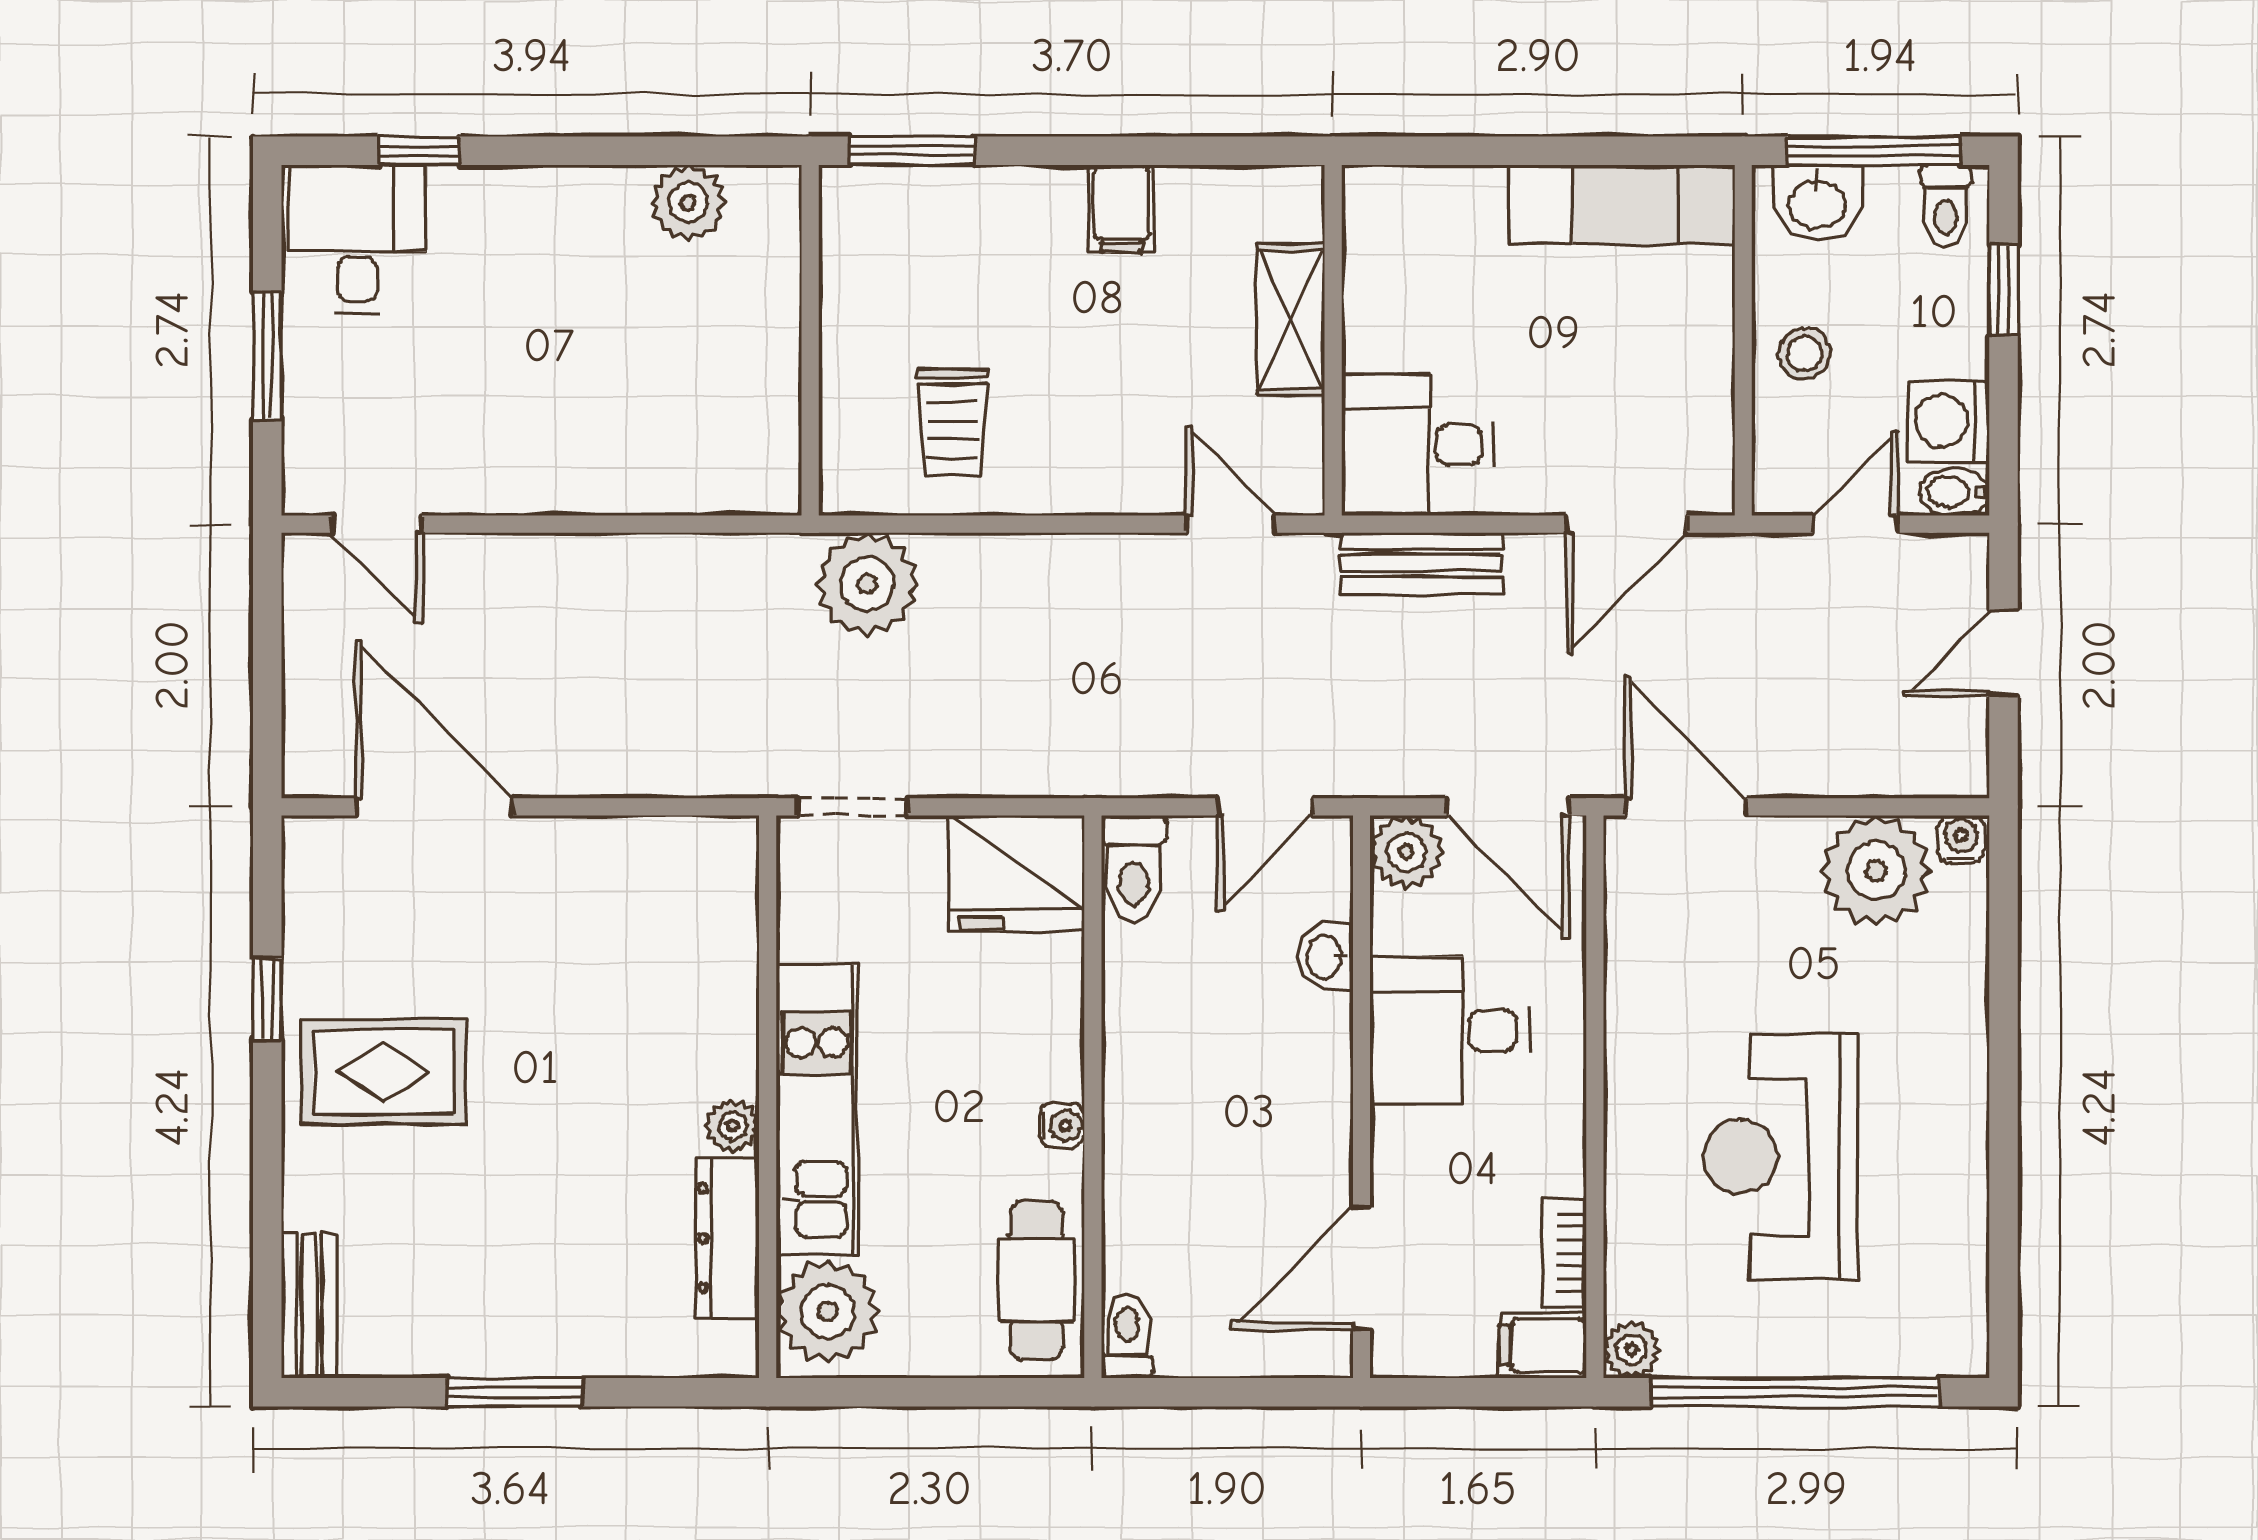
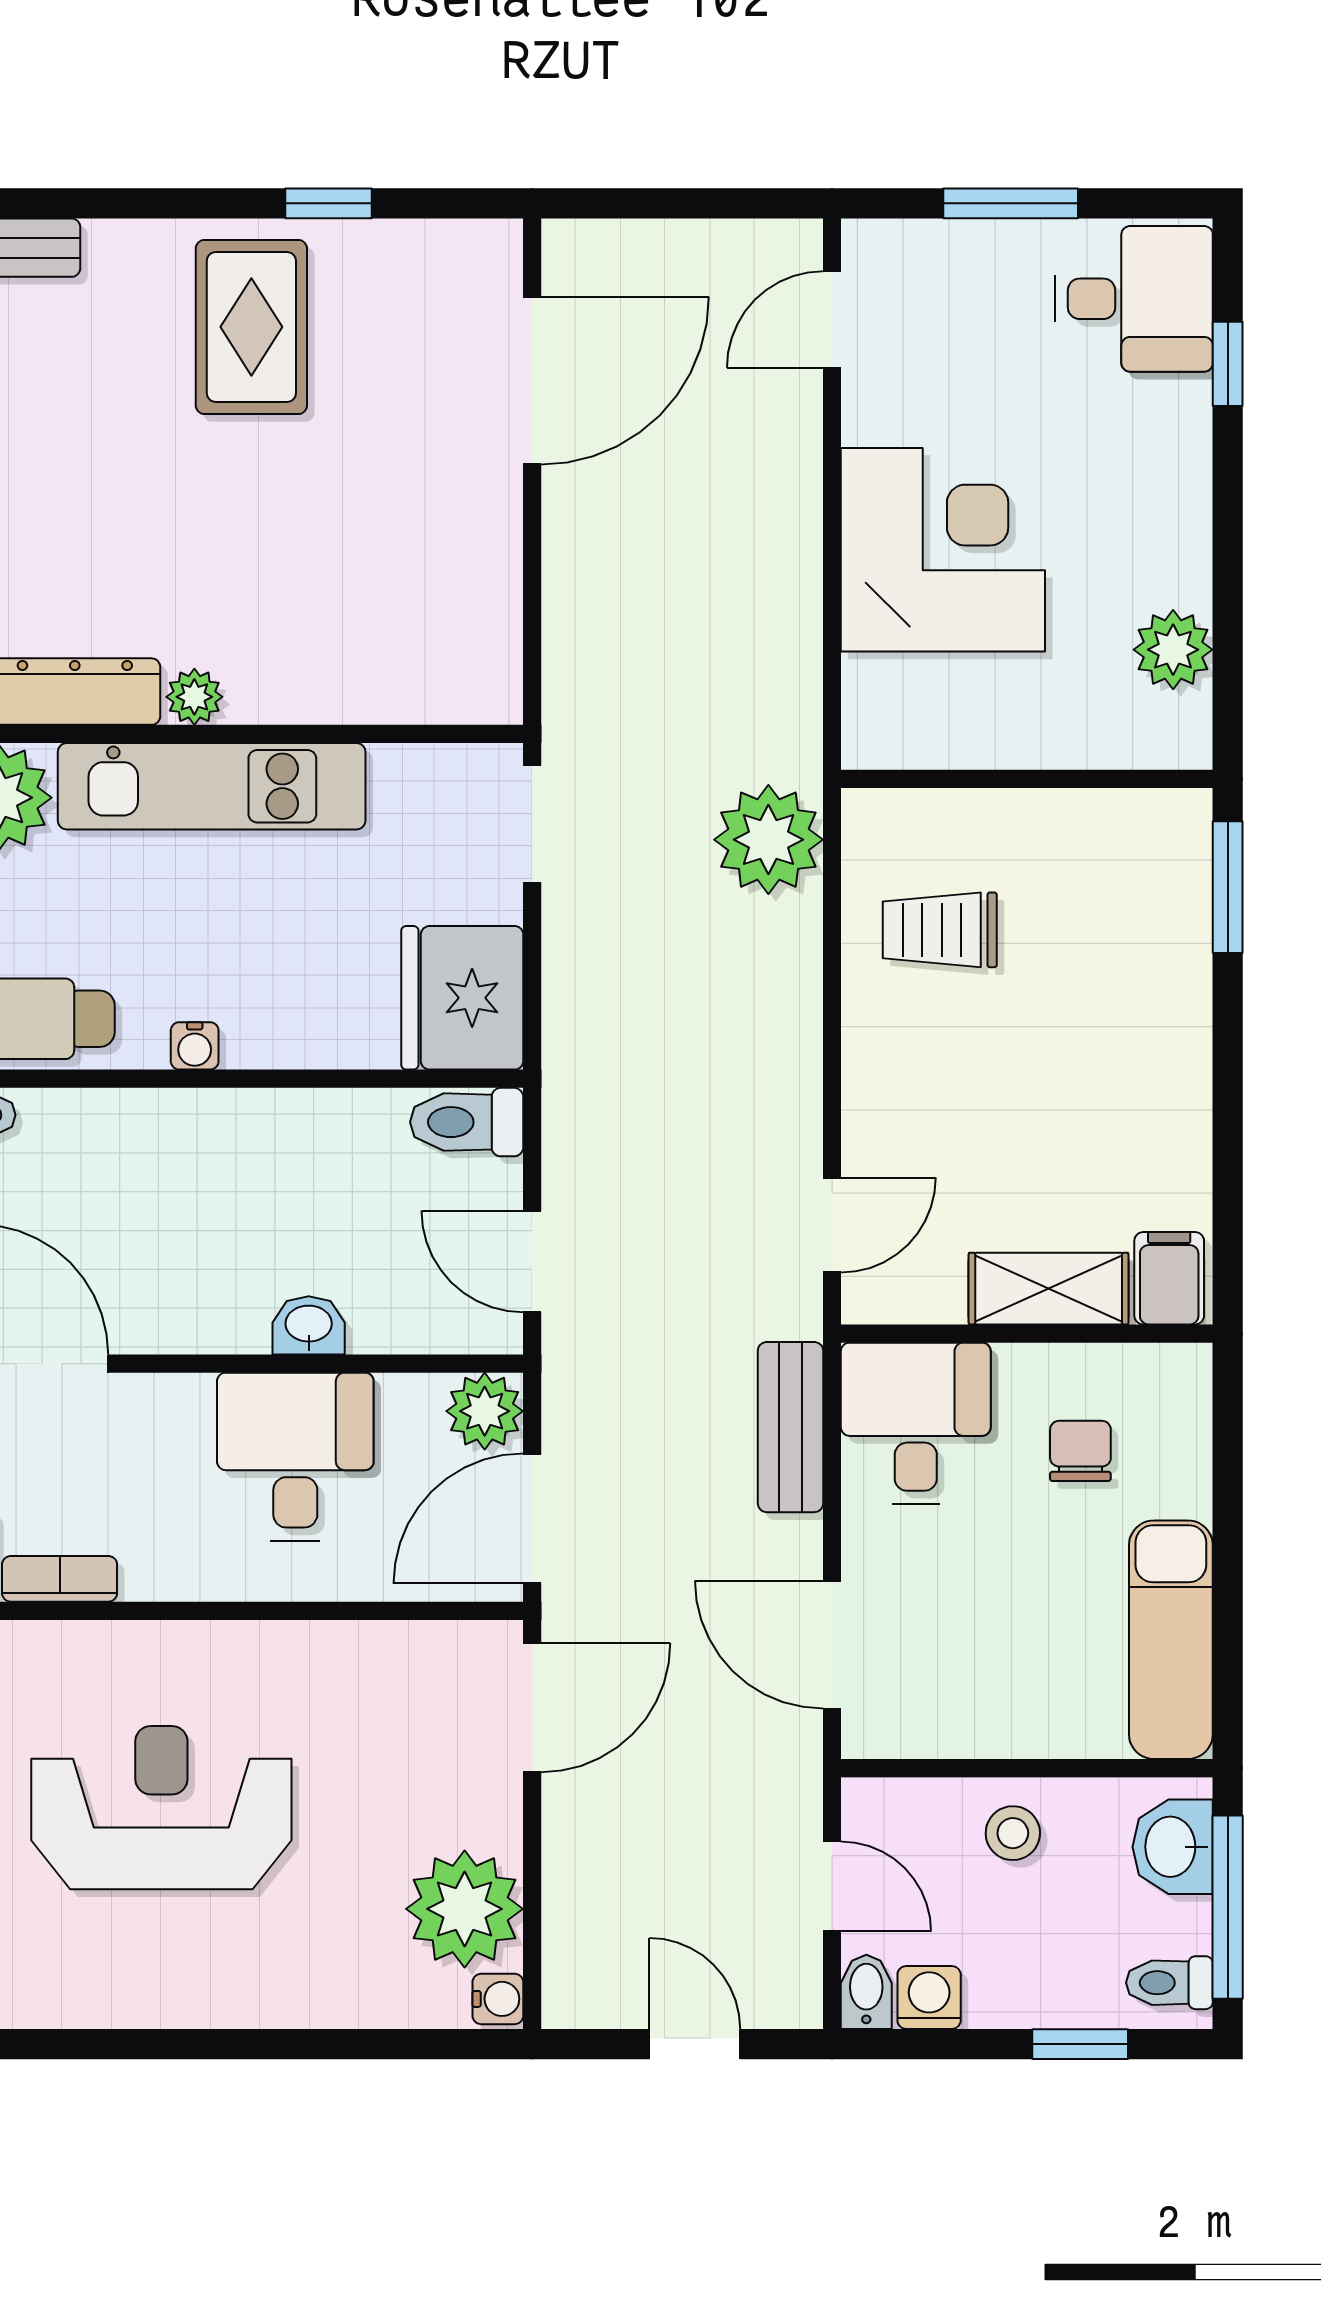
filing cabinet: (1122, 209) -> (1169, 1278), moved, turned 90
chair: (1444, 290) -> (1080, 1451), added
corner desk: (594, 419) -> (943, 550), added
washing machine: (1948, 421) -> (929, 1997), width x0.73, depth x0.73
washbasin: (1325, 957) -> (309, 1325), moved

